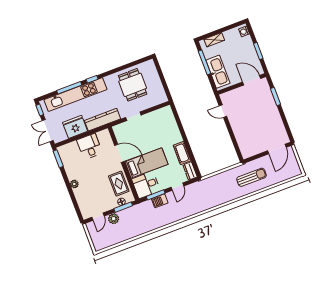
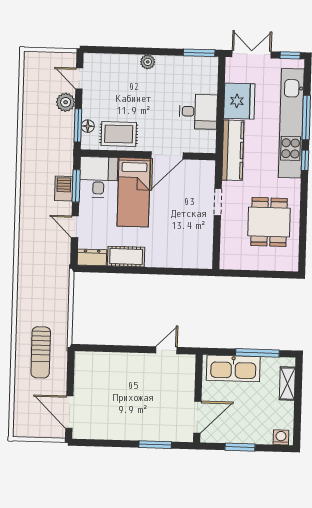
dining table: (133, 85) -> (269, 222), turned 90

